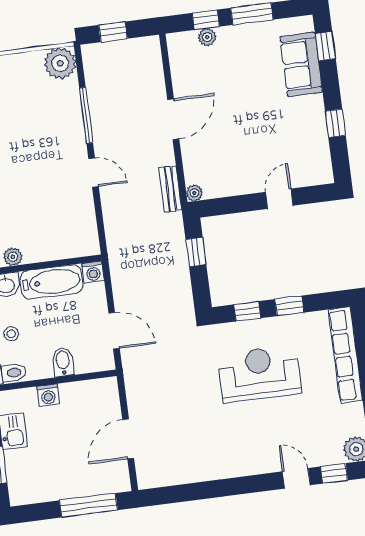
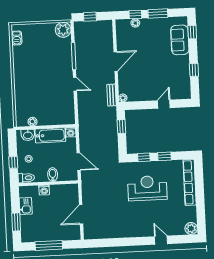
window: (334, 473) -> (179, 239), removed
window: (88, 505) -> (49, 245), moved

